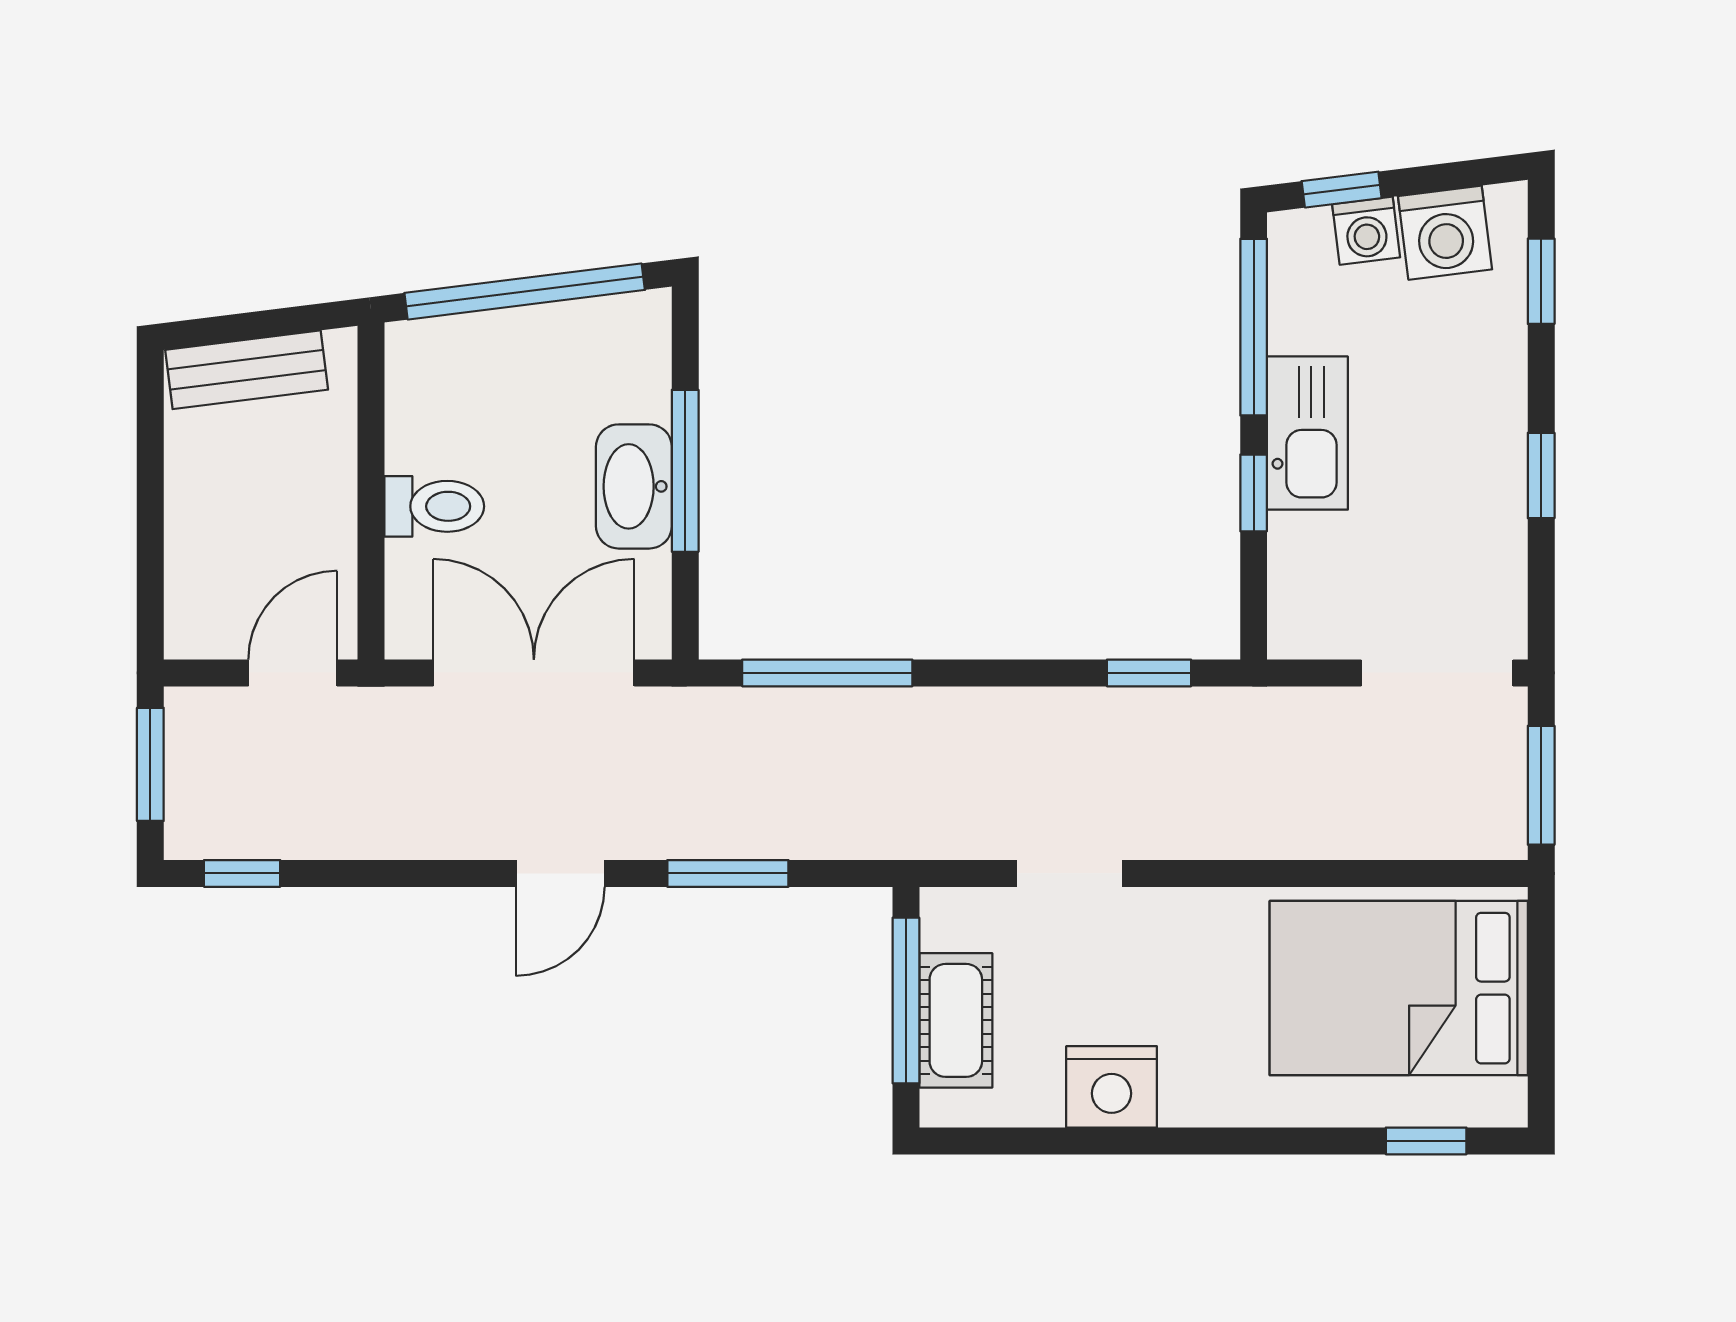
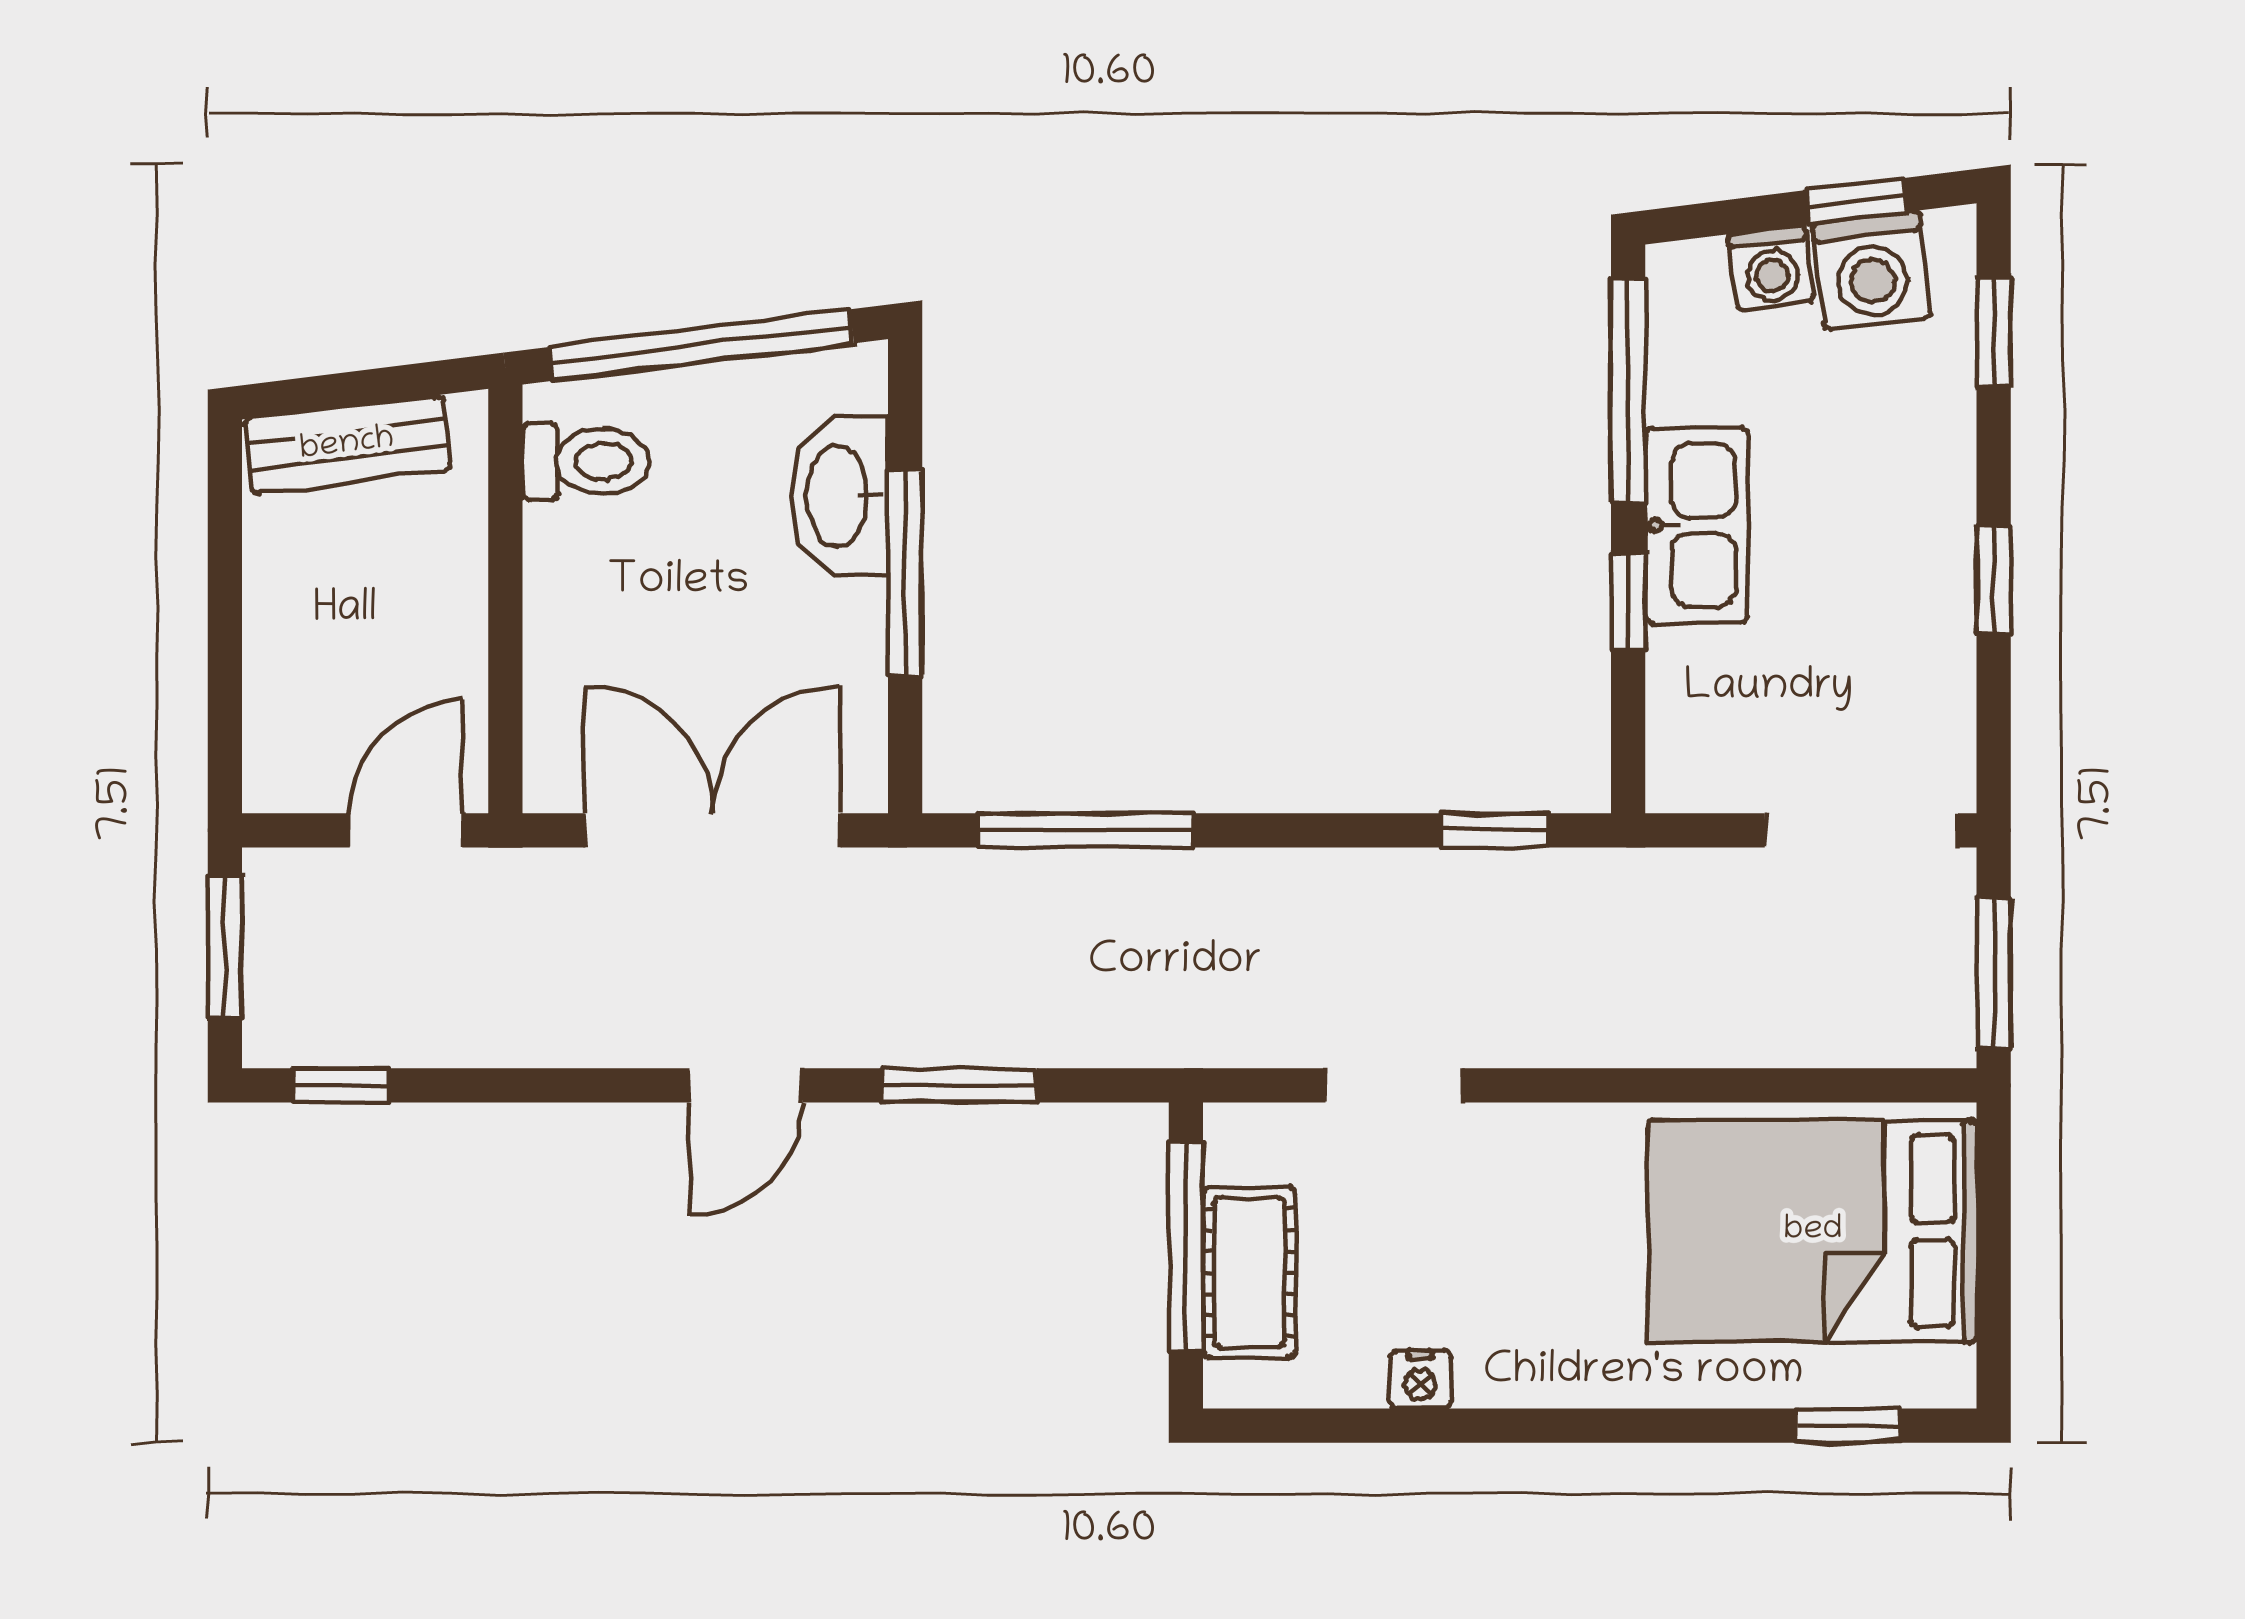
window: (1342, 190) -> (1857, 201), moved
washbasin: (634, 486) -> (840, 496), moved
toilet: (434, 506) -> (586, 461), moved
nightstand: (1112, 1087) -> (1420, 1380), width x0.53, depth x0.56

